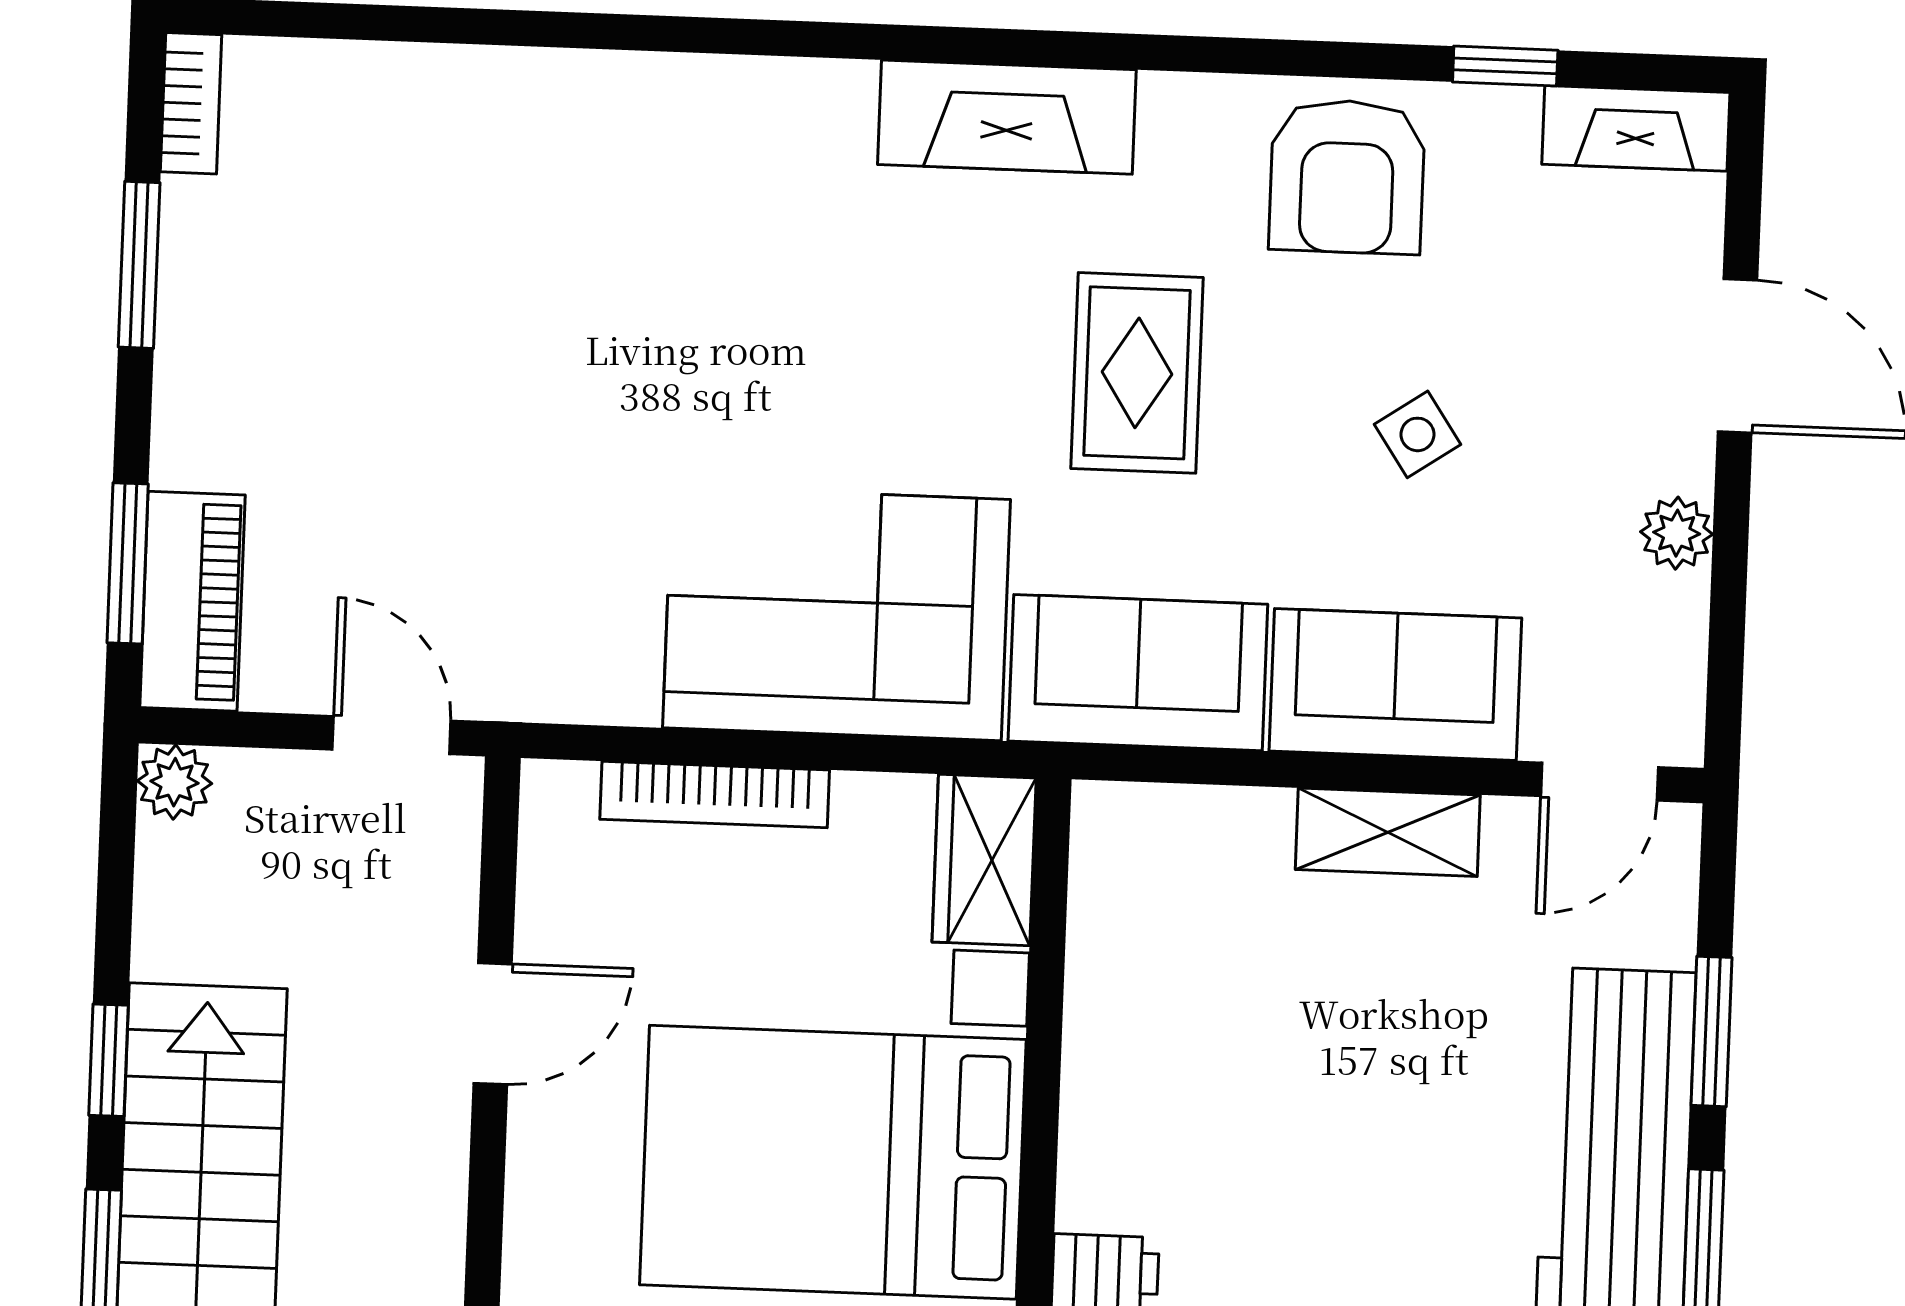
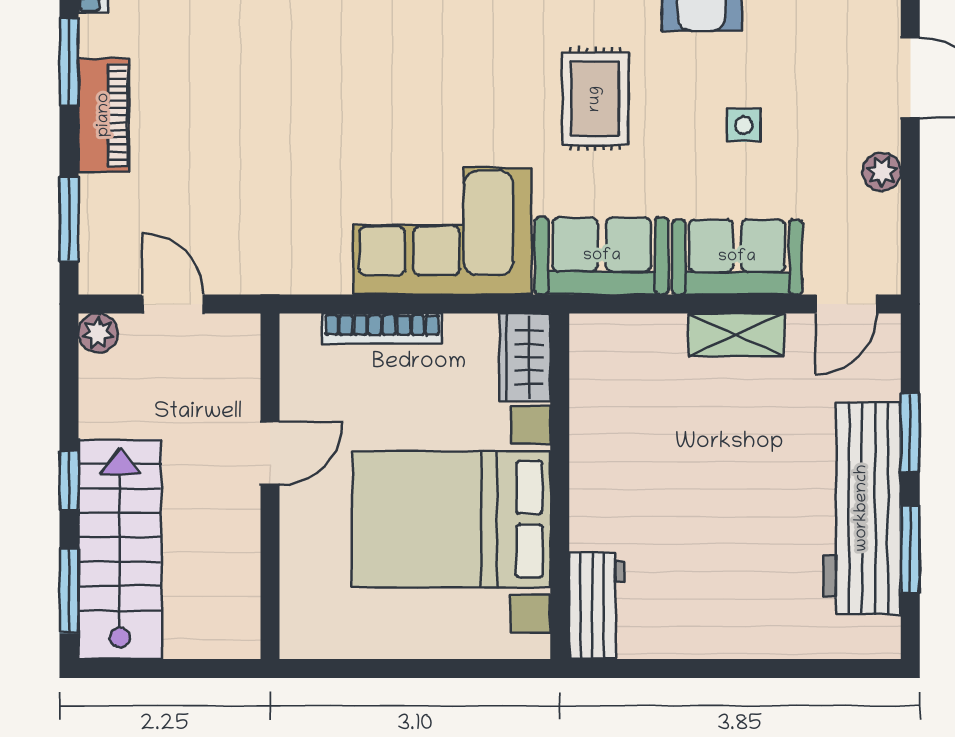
side table: (1418, 434) -> (744, 125), turned 34
piano: (192, 601) -> (104, 115), moved
door: (392, 735) -> (173, 304), moved

